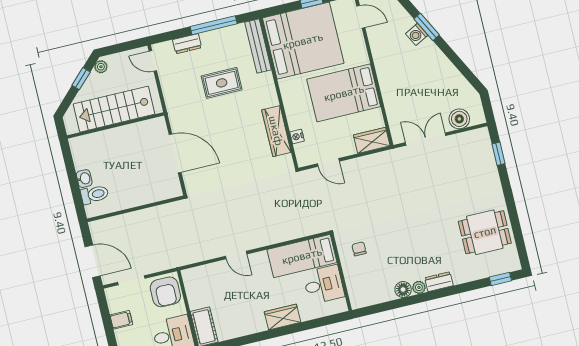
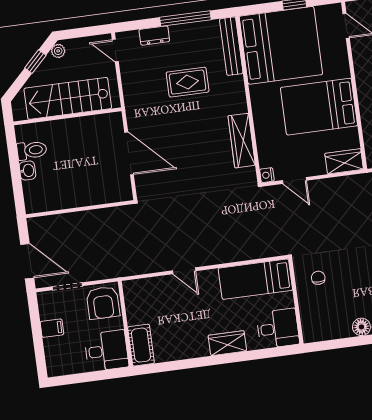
nightstand: (297, 136) -> (267, 175), moved
toilet: (95, 194) -> (32, 150), moved
desk: (324, 285) -> (278, 328), moved

